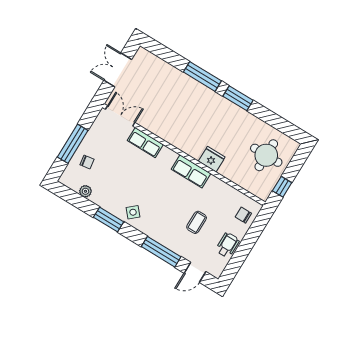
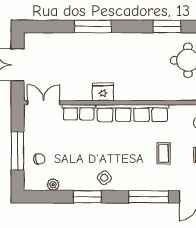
window: (238, 98) -> (167, 26), moved
fridge: (212, 159) -> (103, 92), moved
row of seats: (191, 171) -> (132, 113), width x2.02

